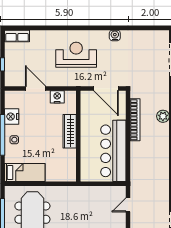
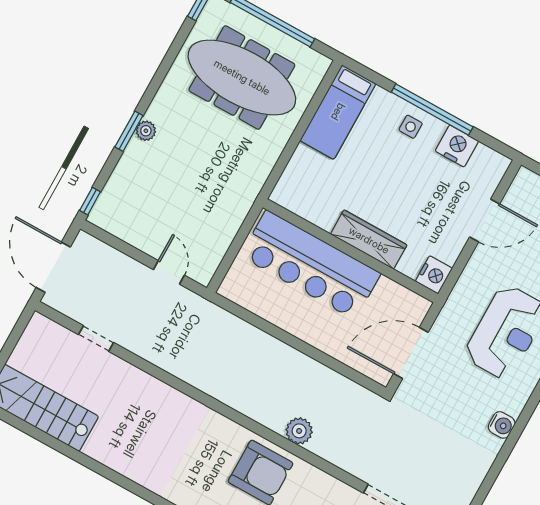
nightstand: (57, 97) -> (434, 275), moved
bookcase: (135, 120) -> (322, 375), removed
bar counter: (113, 151) -> (311, 265), moved, turned 180

